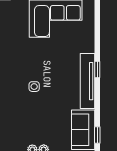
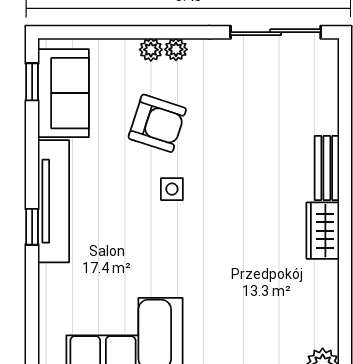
armchair: (41, 116) -> (157, 123), added

